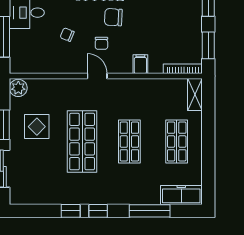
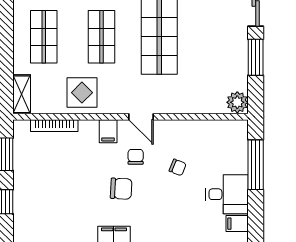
filing cabinet: (140, 64) -> (108, 131), moved
bookcase: (183, 69) -> (54, 126), moved
display table: (37, 127) -> (82, 93), moved

